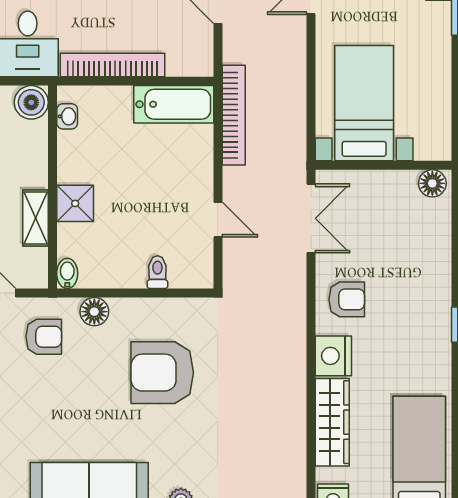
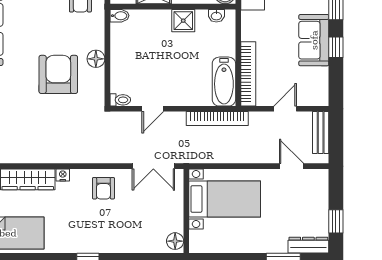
bookcase: (113, 65) -> (248, 74), moved
shower: (75, 203) -> (183, 21), moved
toilet: (157, 272) -> (120, 100), moved
floor lamp: (94, 312) -> (96, 59), moved
nightstand: (333, 356) -> (63, 175), width x0.53, depth x0.56

